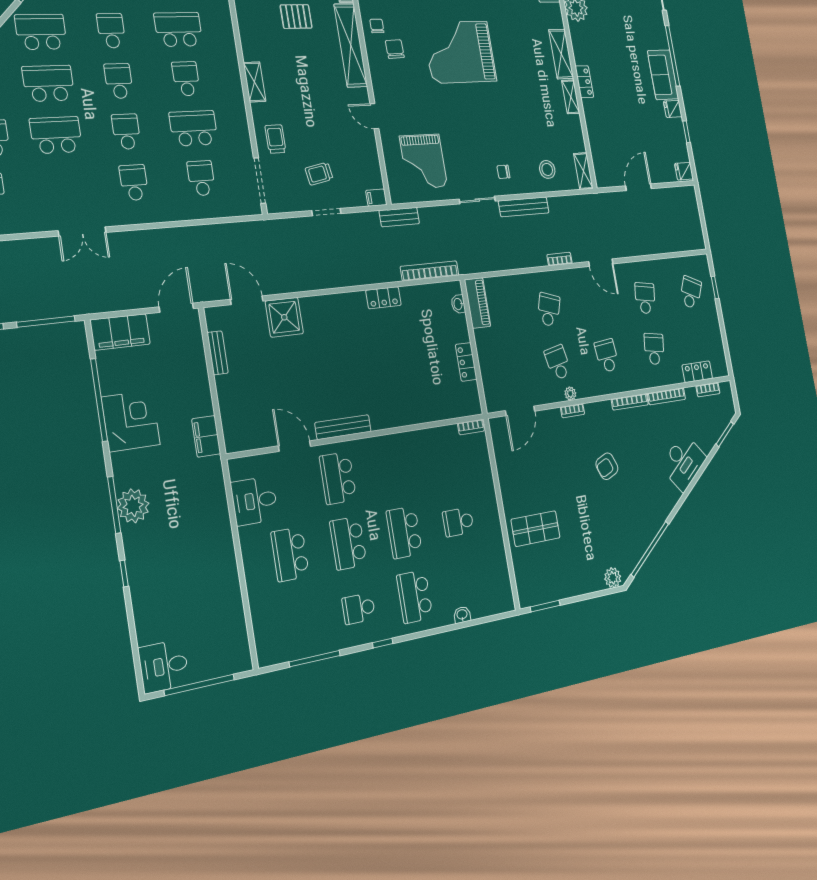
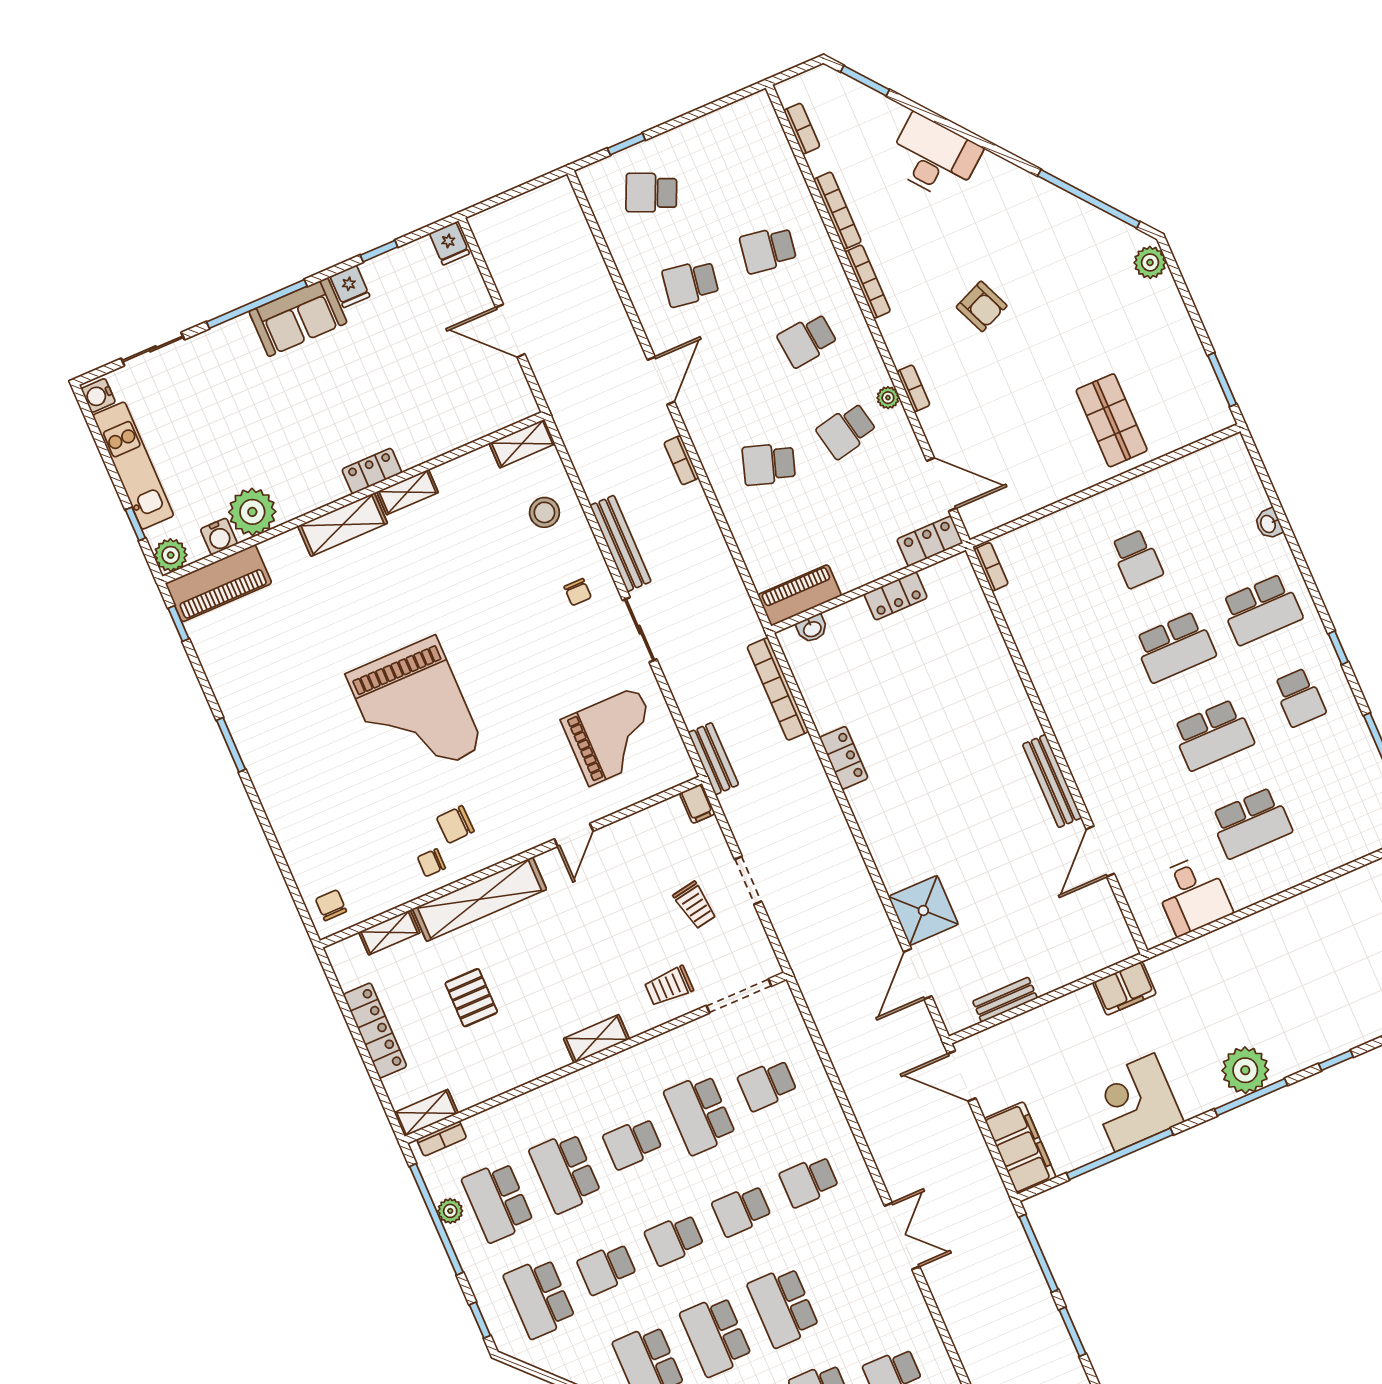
locker: (697, 372) -> (930, 541), moved, turned 90
school desk: (338, 478) -> (1126, 772), removed

